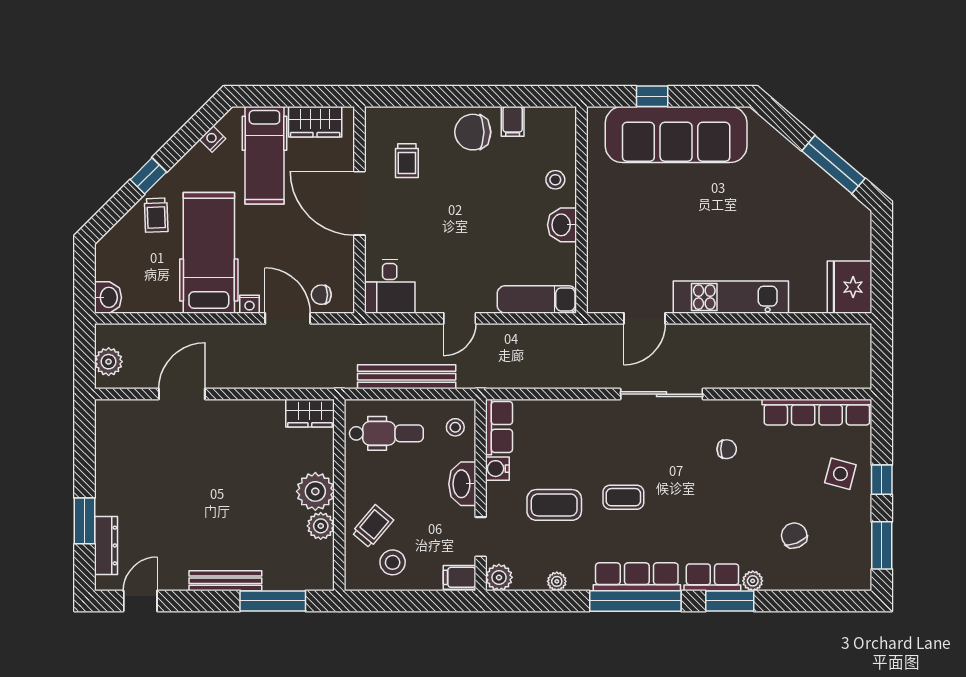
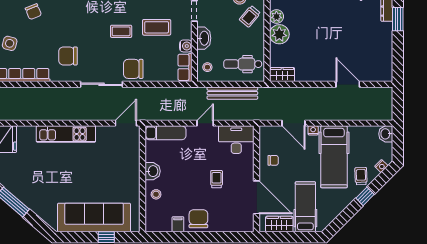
chair: (473, 132) -> (198, 219), turned -90
nightstand: (212, 139) -> (381, 166), moved
trolley: (407, 161) -> (217, 179), moved
door: (359, 203) -> (257, 197), moved
desk: (390, 286) -> (236, 140), width x1.37
chair: (321, 295) -> (273, 160), moved
door: (644, 318) -> (126, 123), moved
plant: (109, 362) -> (385, 101), removed
door: (182, 394) -> (348, 84), swing flipped
chair: (600, 424) -> (133, 69), added
chair: (727, 449) -> (68, 56), width x1.87, depth x1.87

